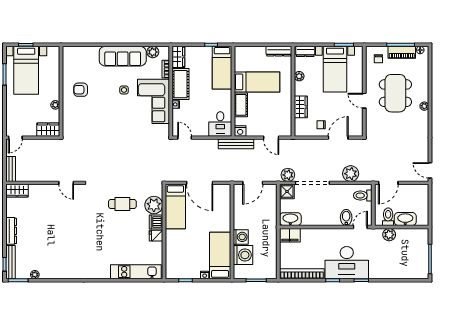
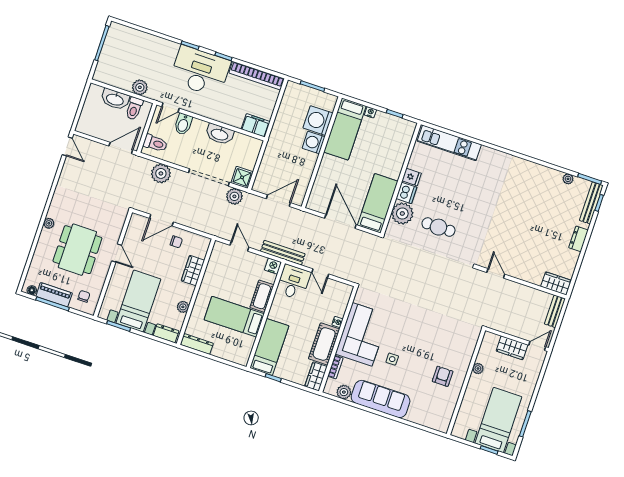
armchair: (81, 90) -> (443, 376), turned -90
wardrobe: (48, 130) -> (512, 348), moved
door: (185, 138) -> (320, 273), moved
washbasin: (290, 219) -> (220, 134), moved
dresser: (11, 231) -> (578, 239), width x0.70

